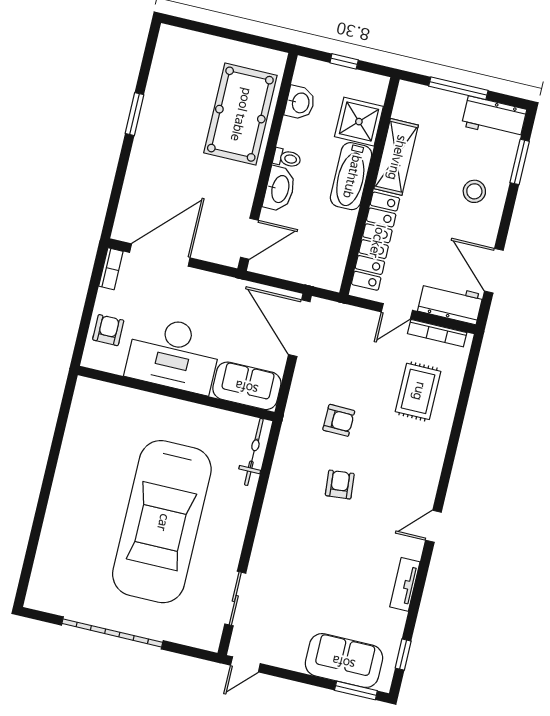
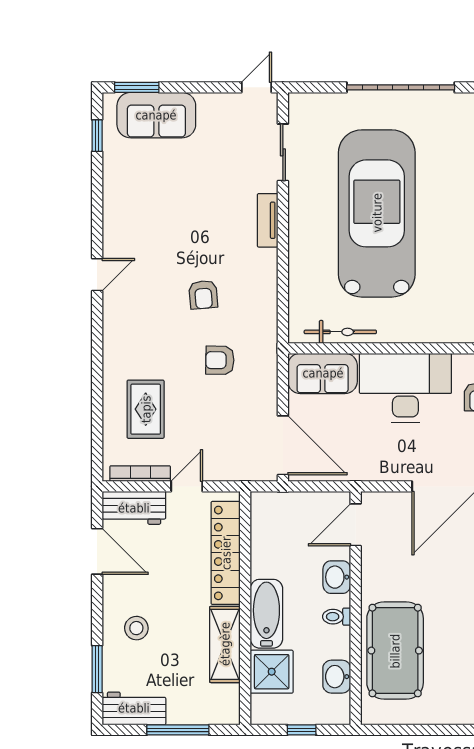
washbasin: (280, 189) -> (337, 577), width x0.72
bicycle: (254, 452) -> (340, 332), moved, turned -90
tv unit: (405, 584) -> (268, 220), moved, turned 180

